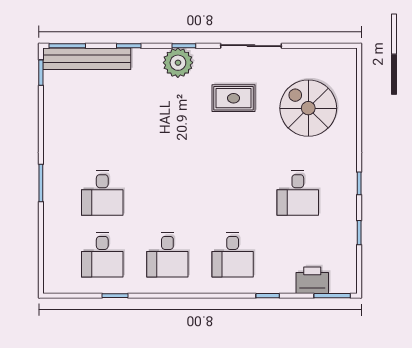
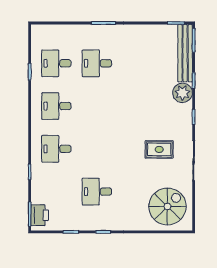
plant: (178, 63) -> (182, 93), moved
rug: (234, 98) -> (159, 149), turned 90
spiral stairs: (308, 108) -> (167, 206), moved
printer: (312, 280) -> (40, 215), moved

